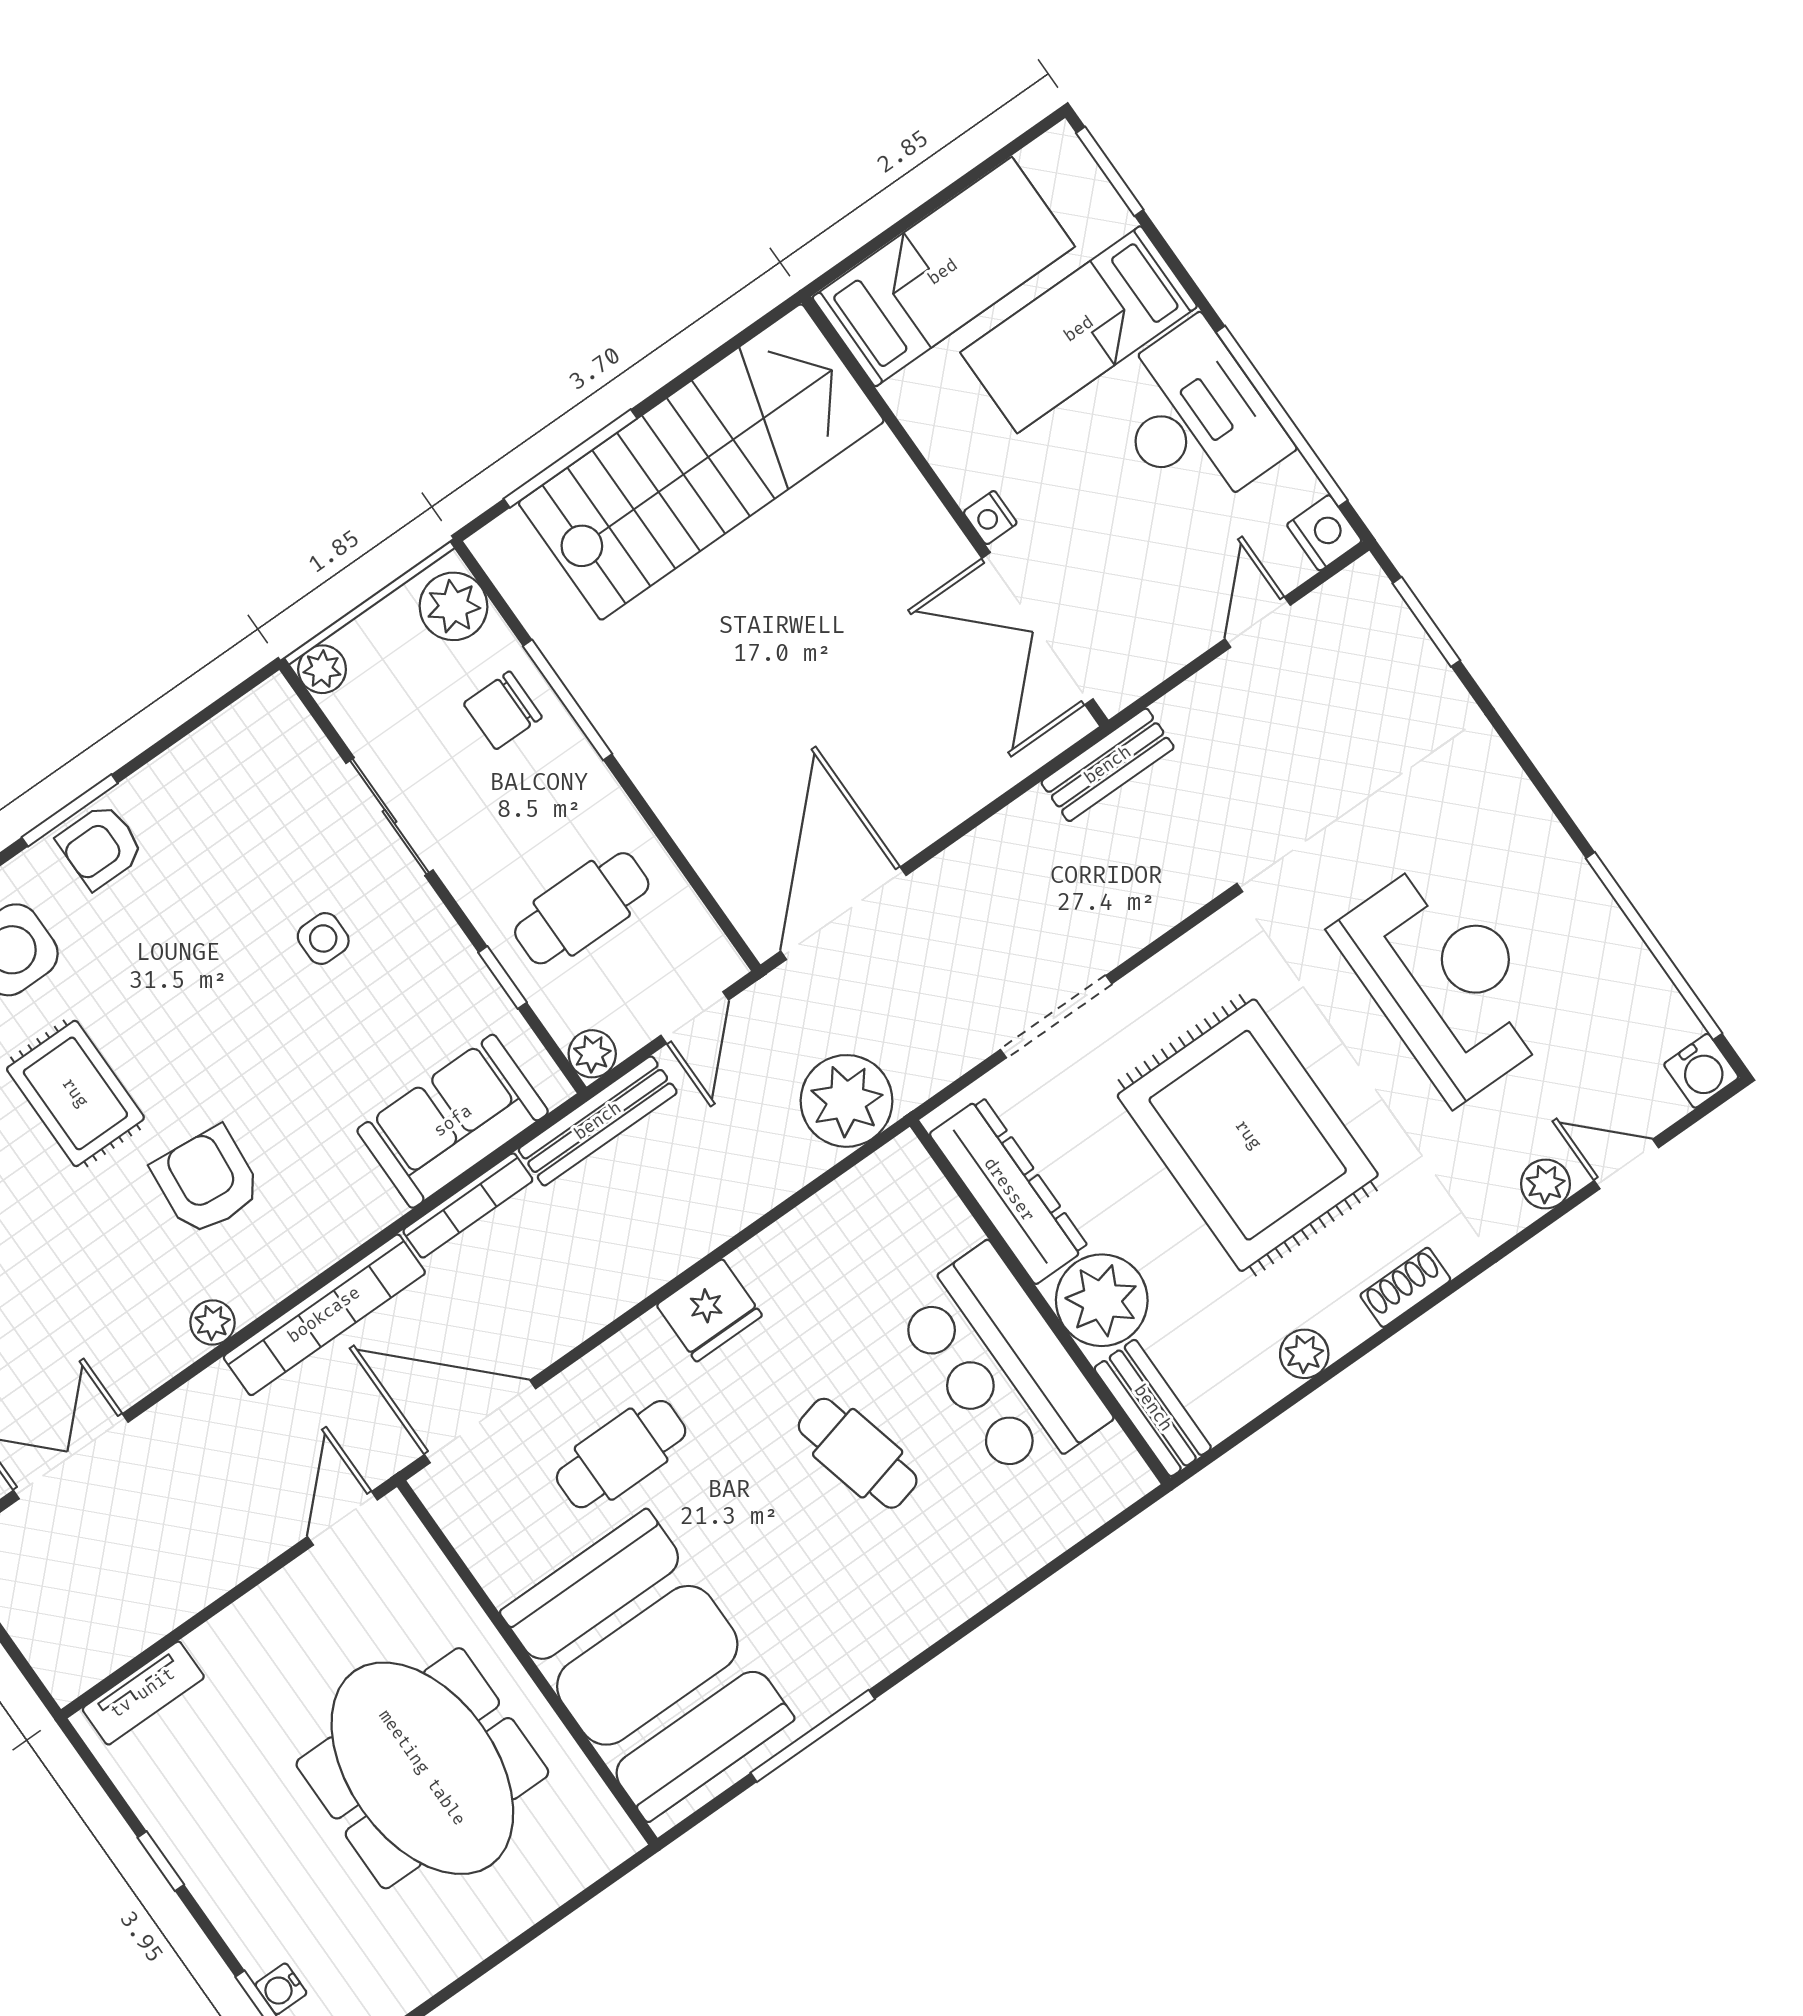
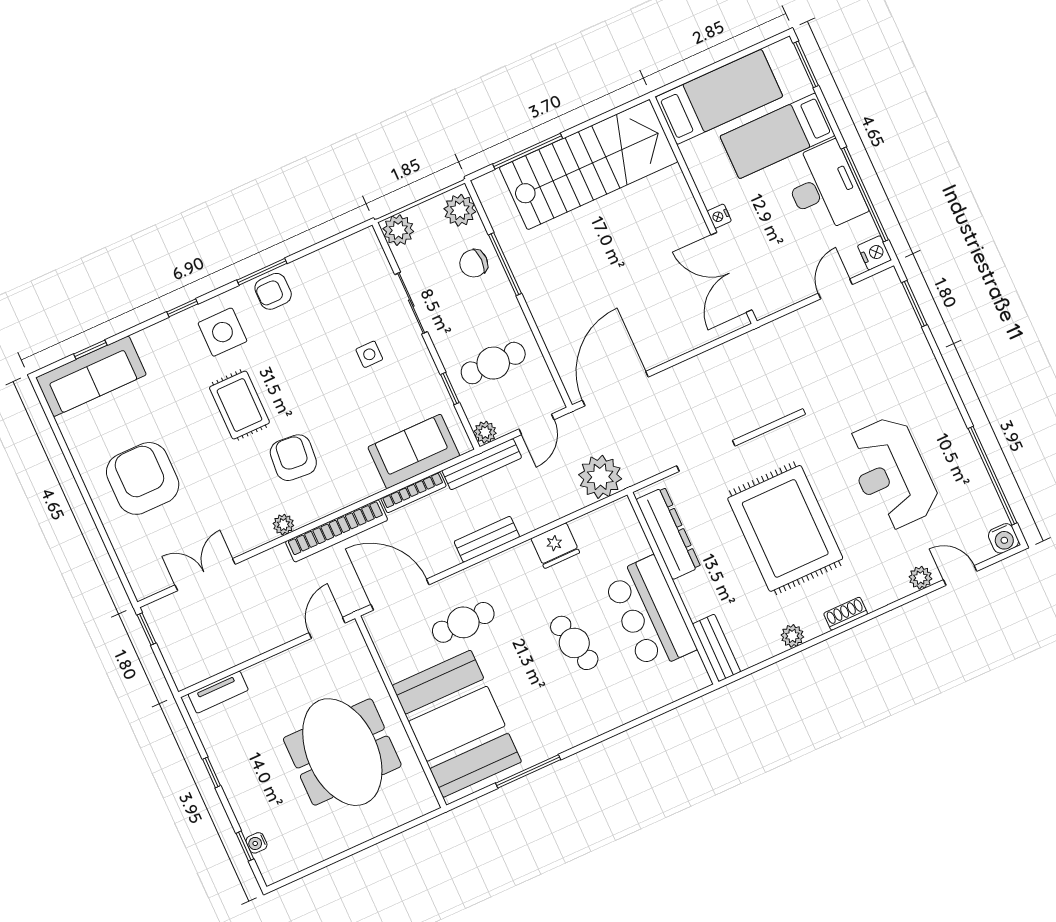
plant: (322, 669) -> (398, 230), width x1.38, depth x1.38
bench: (1108, 765) -> (487, 539), moved
reception desk: (1446, 980) -> (892, 473), turned 180
plant: (1102, 1300) -> (702, 593), removed
fridge: (709, 1310) -> (555, 546), moved

